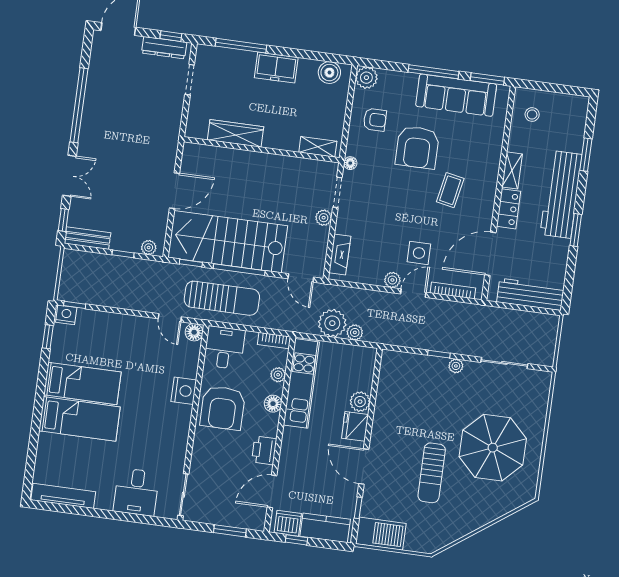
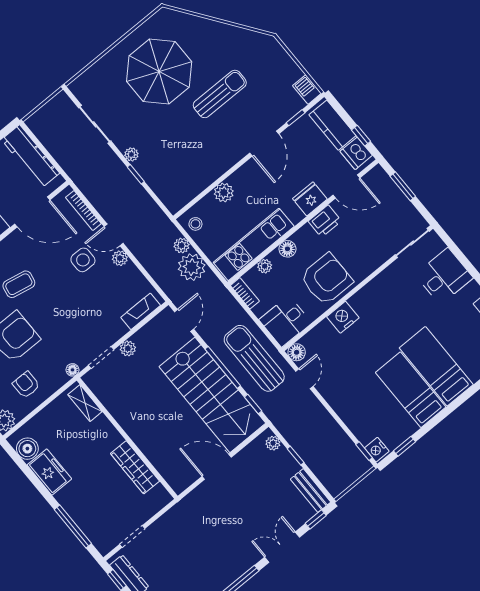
freezer: (276, 67) -> (49, 472), moved
stool: (359, 358) -> (195, 224), added
fridge: (355, 426) -> (310, 199), moved, turned 180
barbecue: (381, 534) -> (307, 90), width x0.53, depth x0.65

